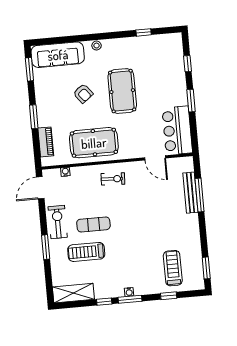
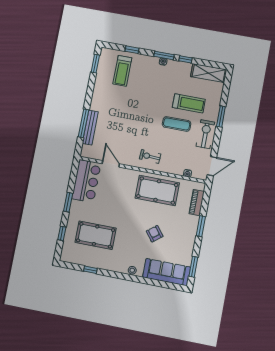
pool table: (122, 91) -> (96, 235), moved, turned 90
exercise bike: (58, 222) -> (205, 134), turned 180

